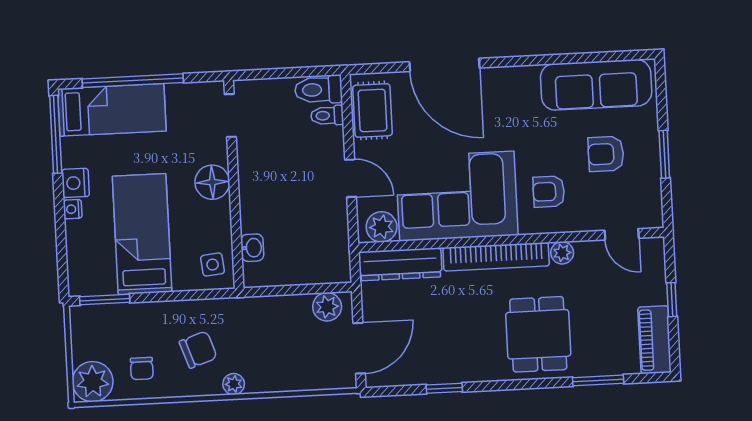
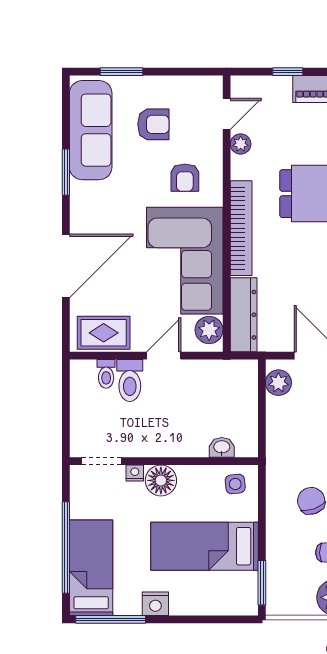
window: (548, 60) -> (66, 172), added
toilet: (319, 90) -> (130, 380), moved
armchair: (606, 154) -> (153, 124), turned -90
window: (664, 154) -> (122, 72), moved
nightstand: (73, 209) -> (135, 473), moved, turned 180
plant: (562, 253) -> (241, 144), moved

